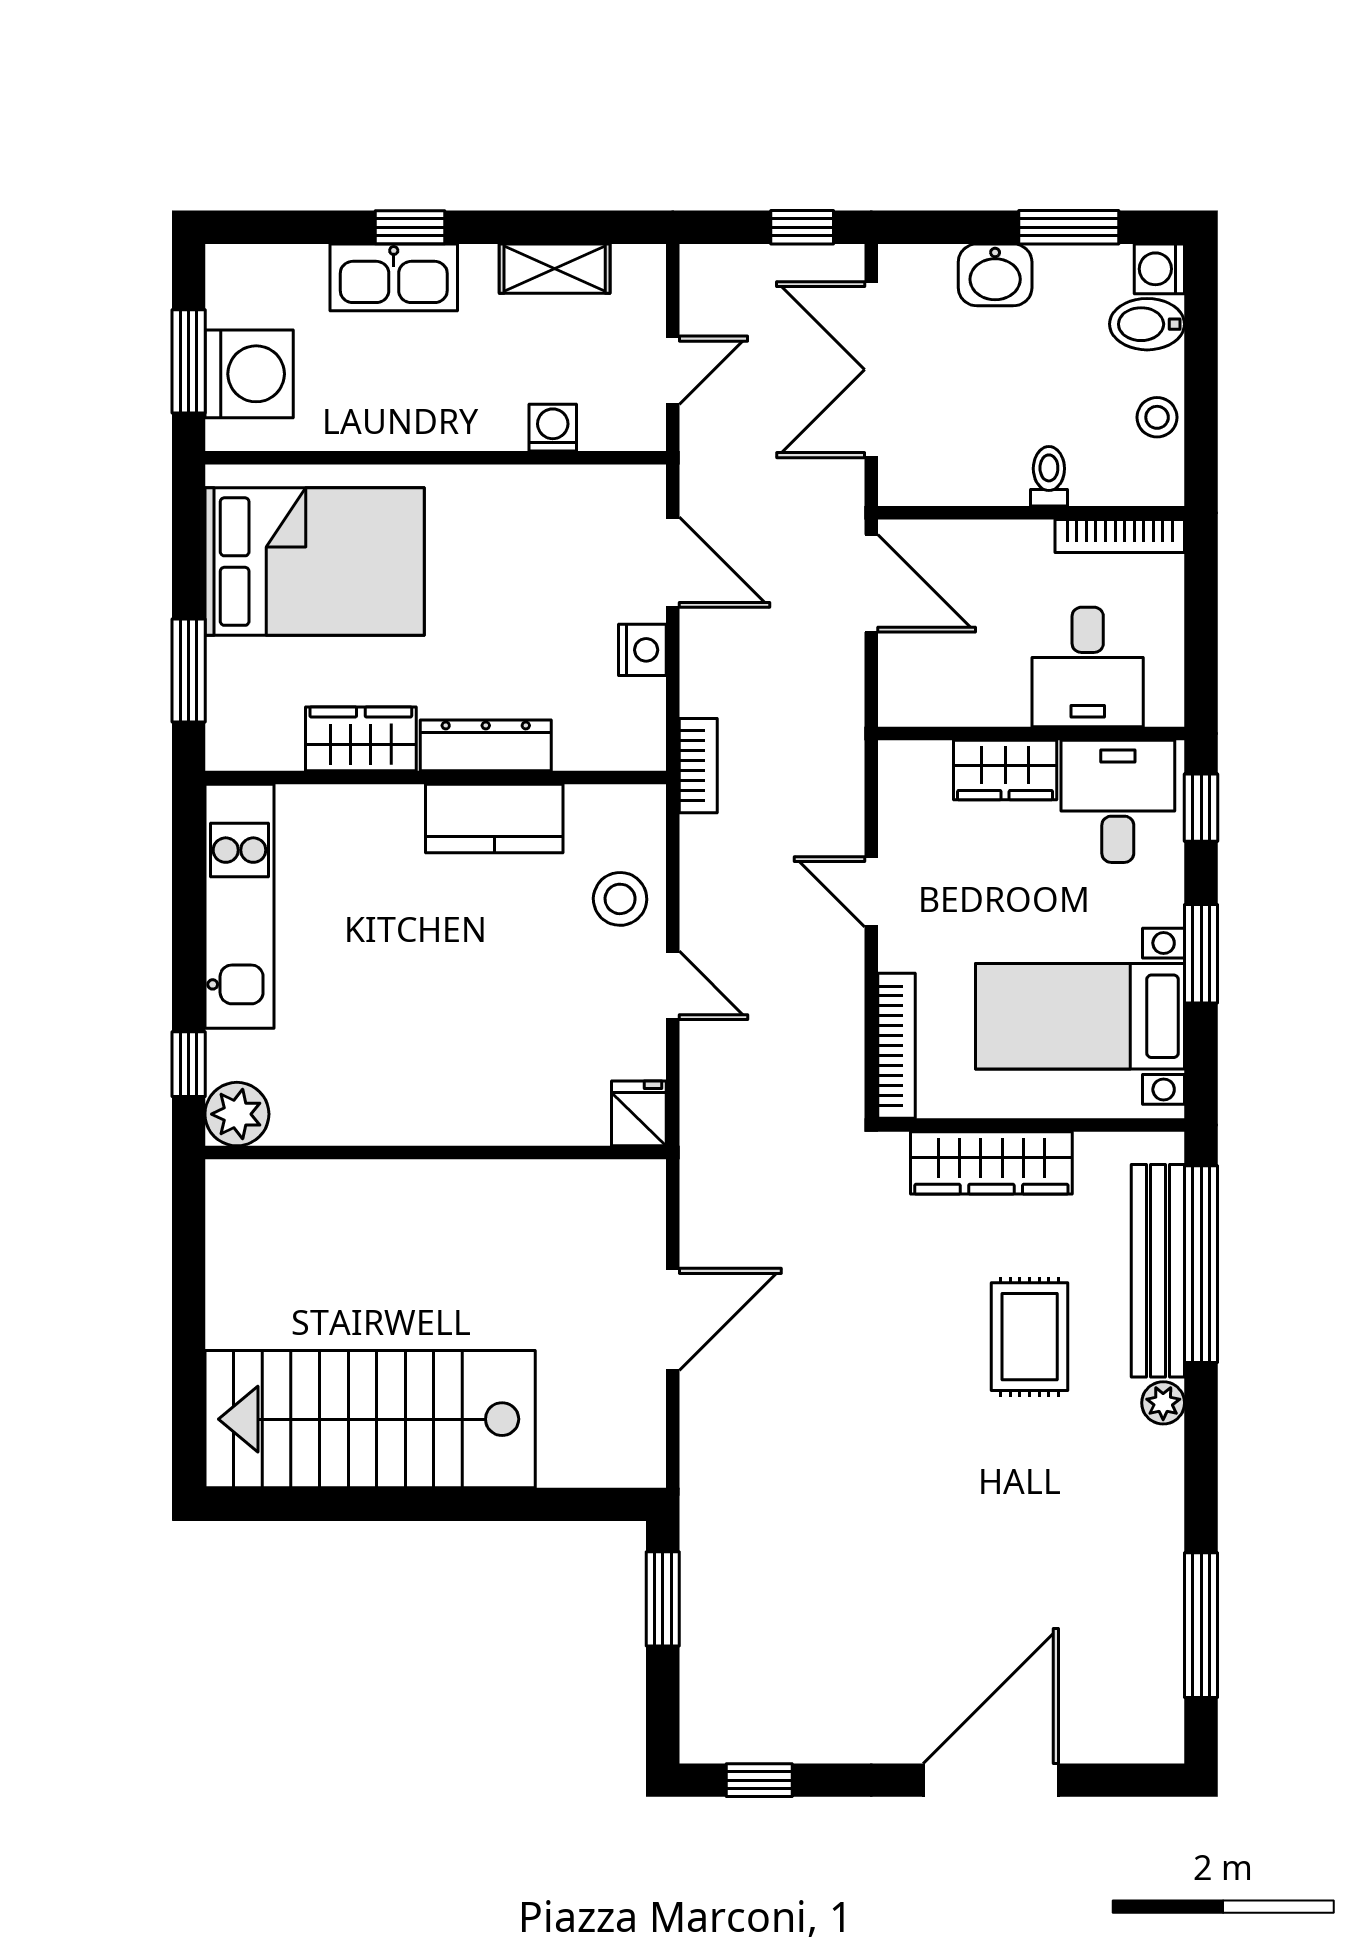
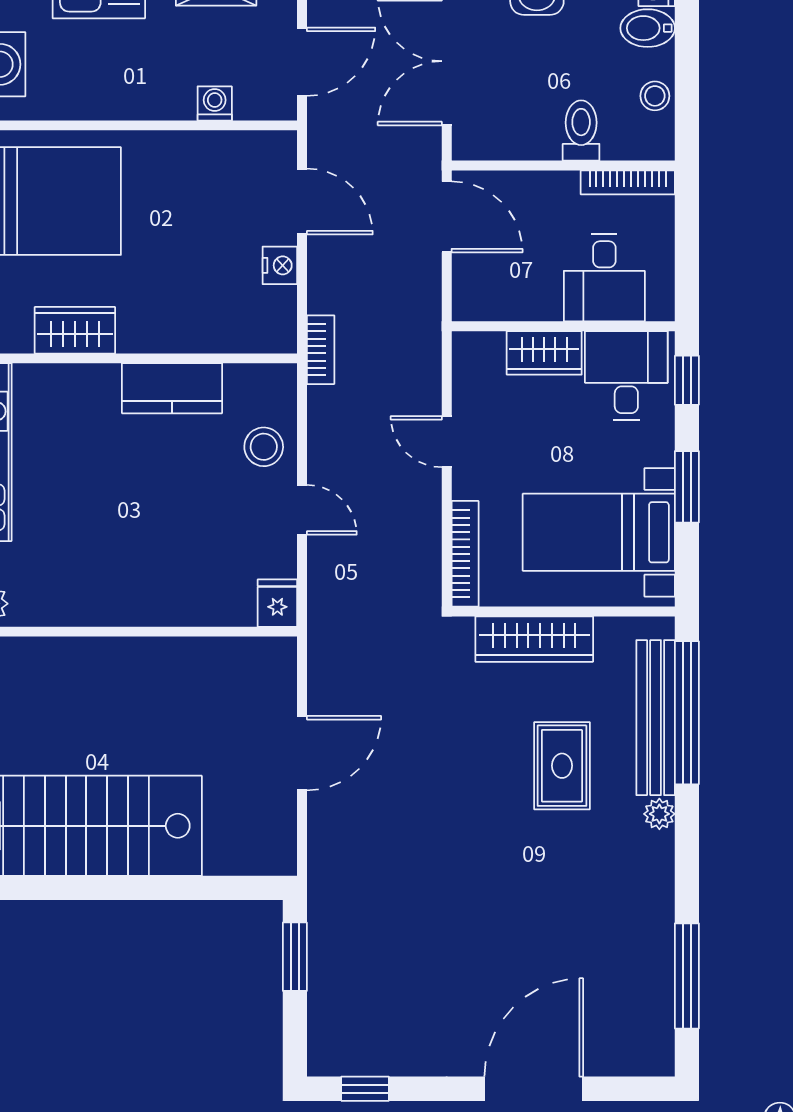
door: (673, 370) -> (302, 62), width x1.37
toilet: (1049, 476) -> (581, 131), width x1.37, depth x1.39
dresser: (486, 745) -> (166, 335), removed

